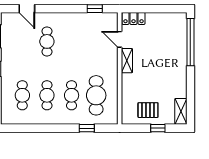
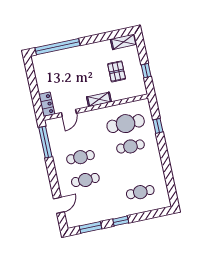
window: (95, 9) -> (45, 142), width x2.17
shelving: (127, 61) -> (99, 99), moved
cafe table: (47, 95) -> (80, 157), moved
pallet: (148, 110) -> (117, 71), moved
window: (158, 128) -> (146, 71), moved

